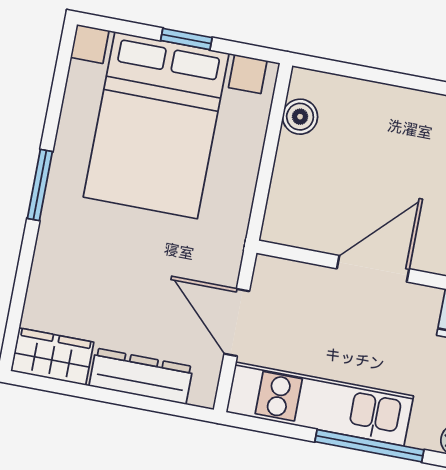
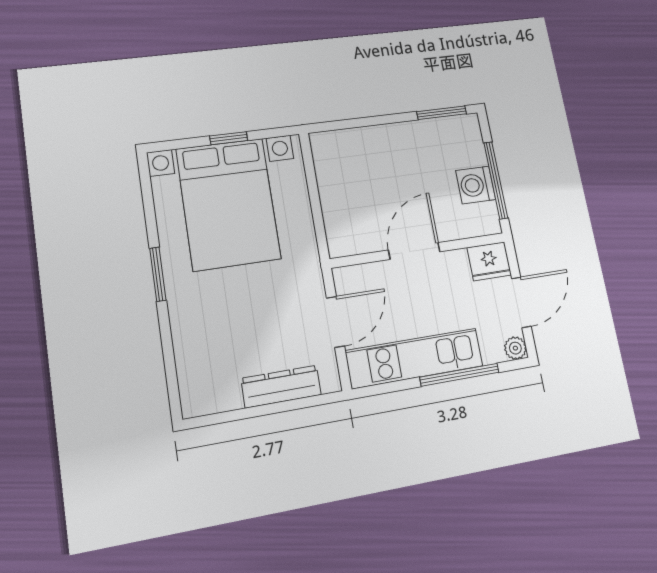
boiler: (300, 117) -> (326, 165), removed
door: (237, 322) -> (335, 322), swing flipped
wardrobe: (52, 357) -> (210, 397), removed

